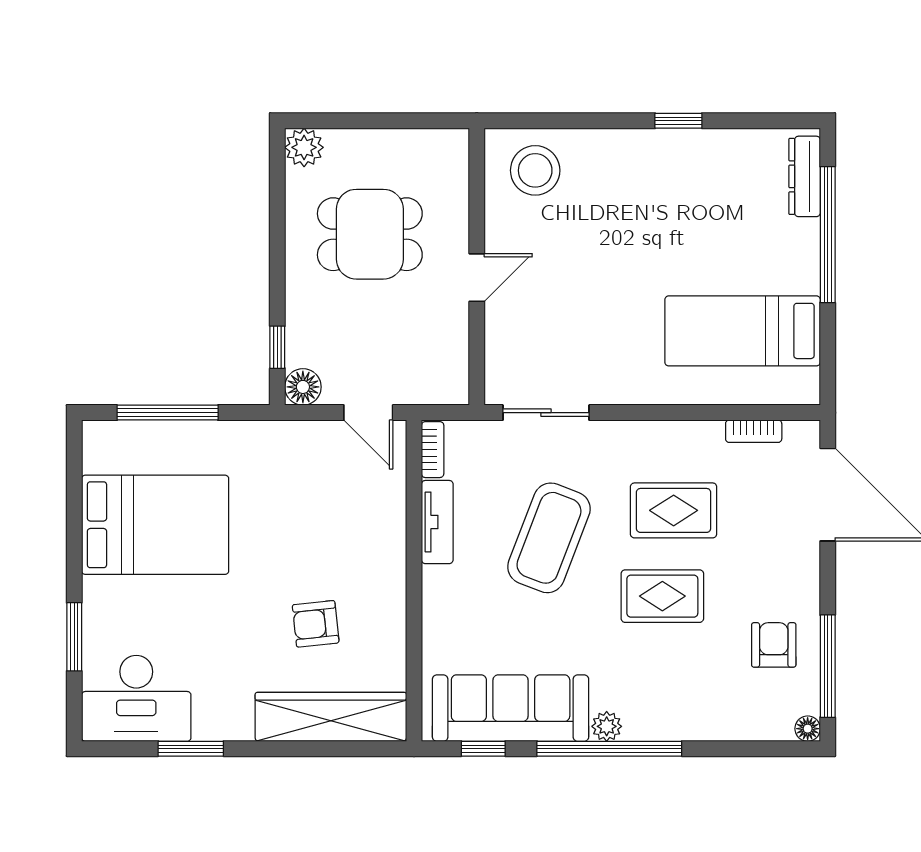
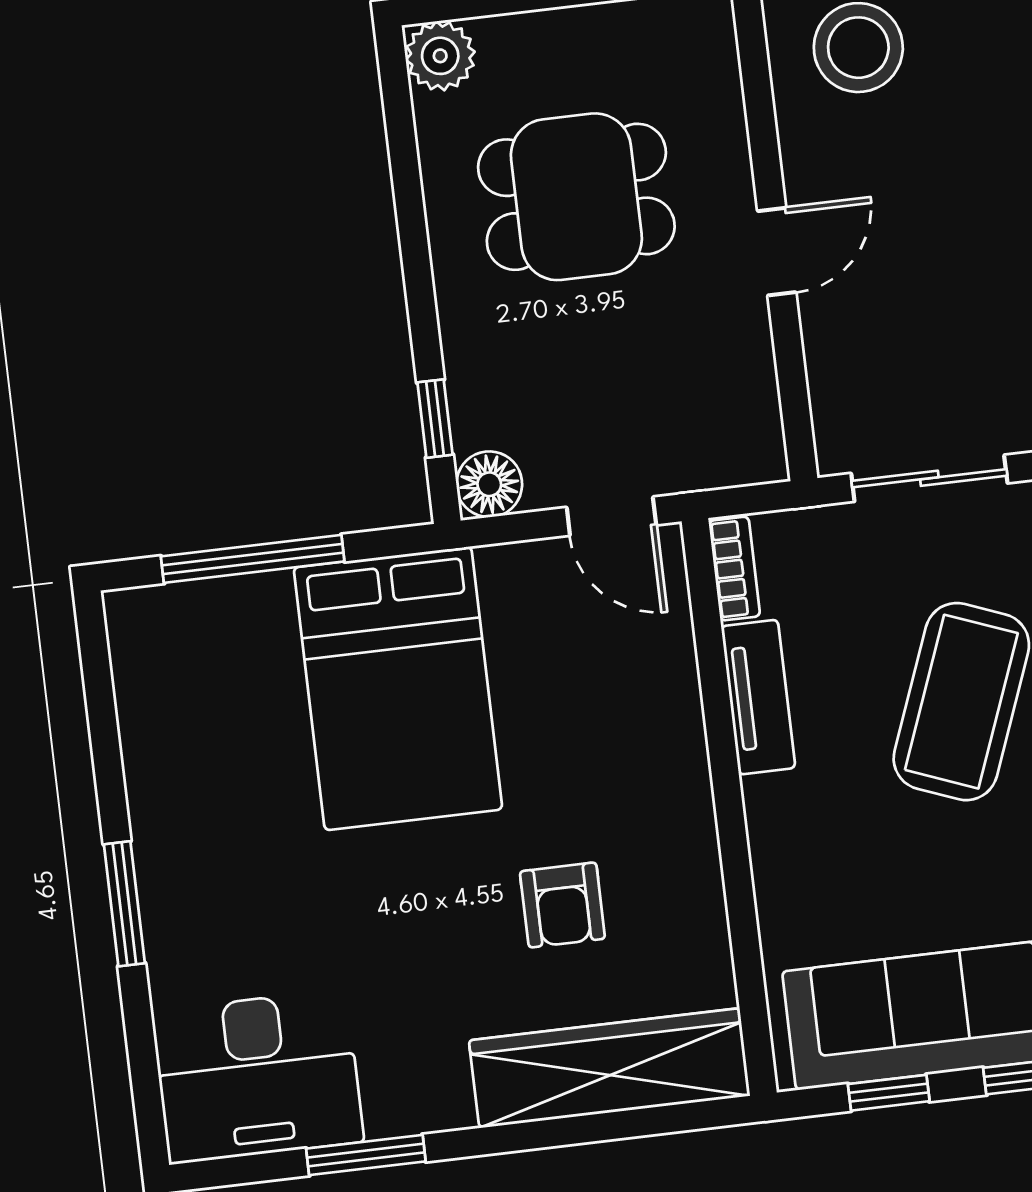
bed: (155, 525) -> (398, 688), moved, turned 90
armchair: (316, 624) -> (562, 905), turned -84
window: (74, 637) -> (124, 904), moved

